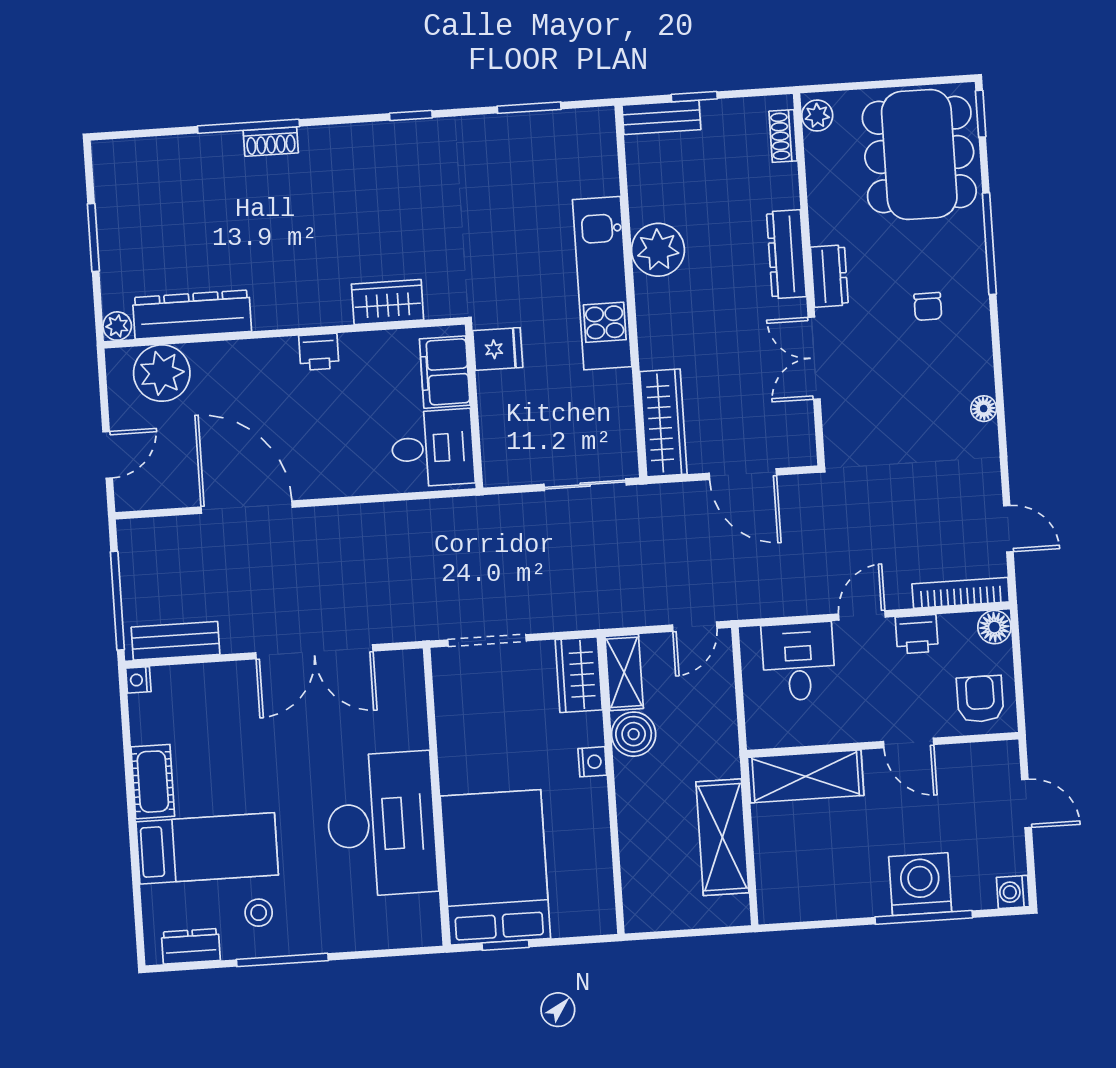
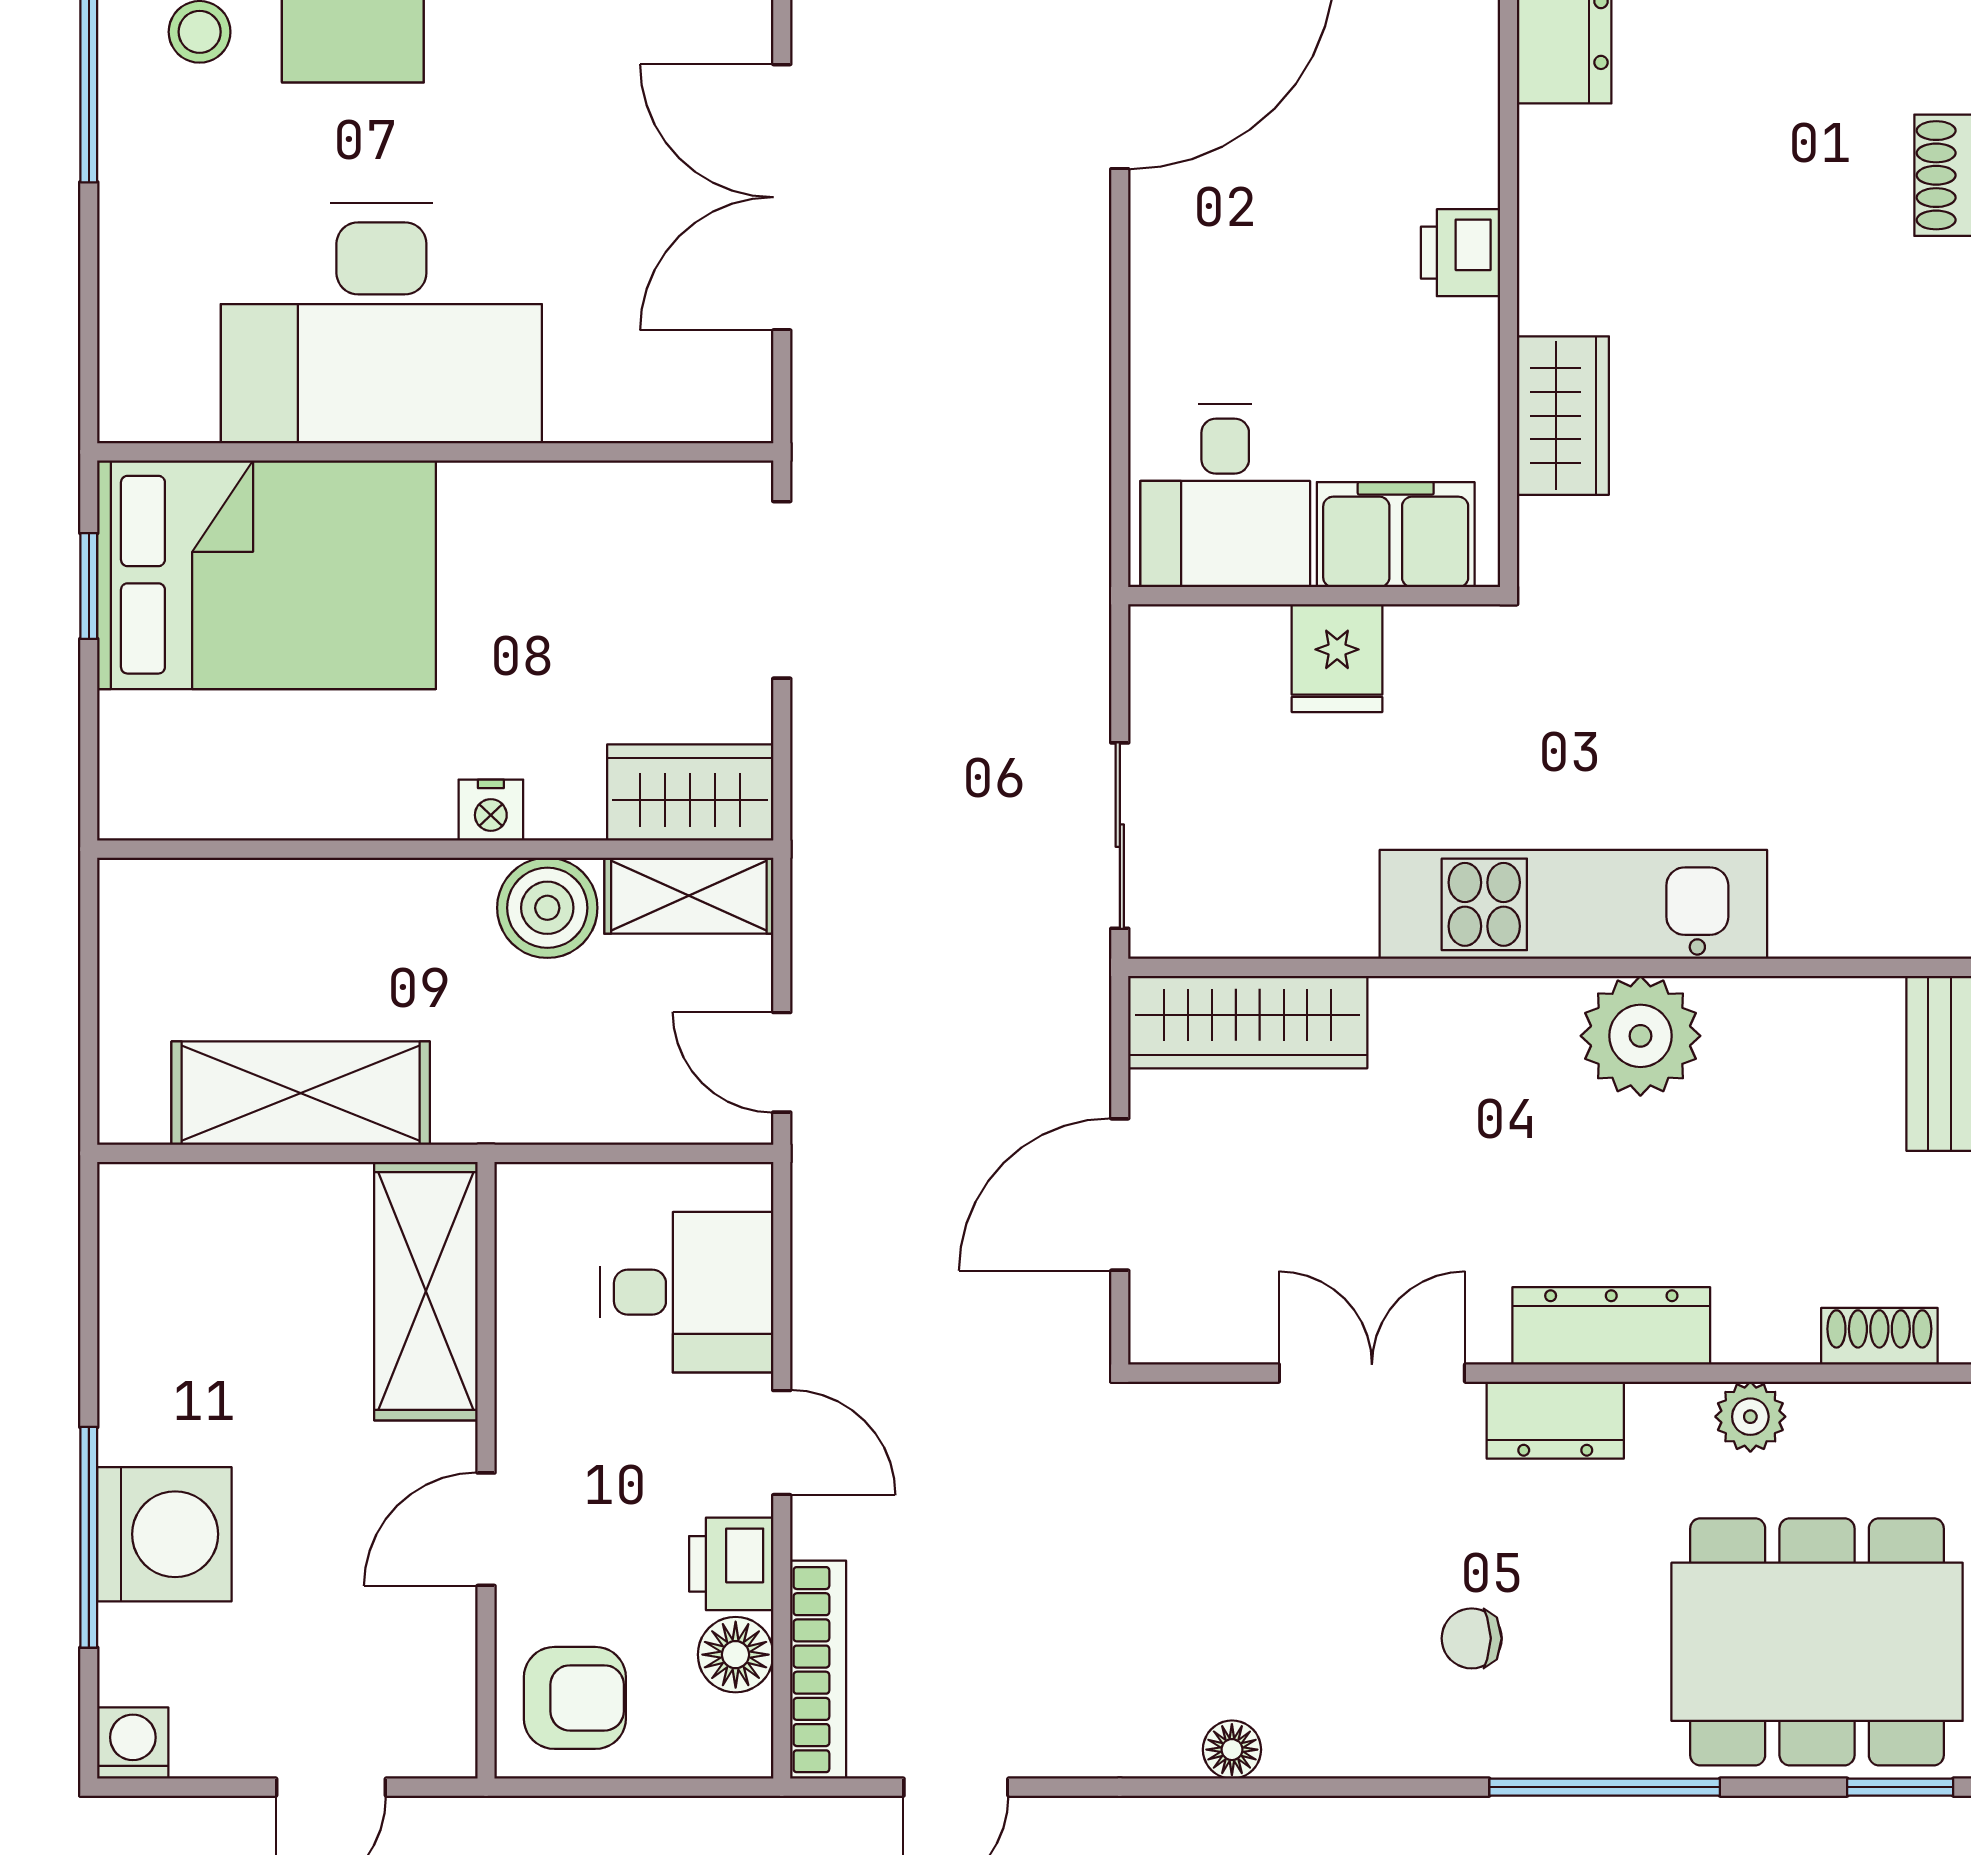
plant: (817, 116) -> (1750, 1417), moved
fridge: (498, 349) -> (1337, 658), moved
floor lamp: (994, 627) -> (736, 1655), moved

